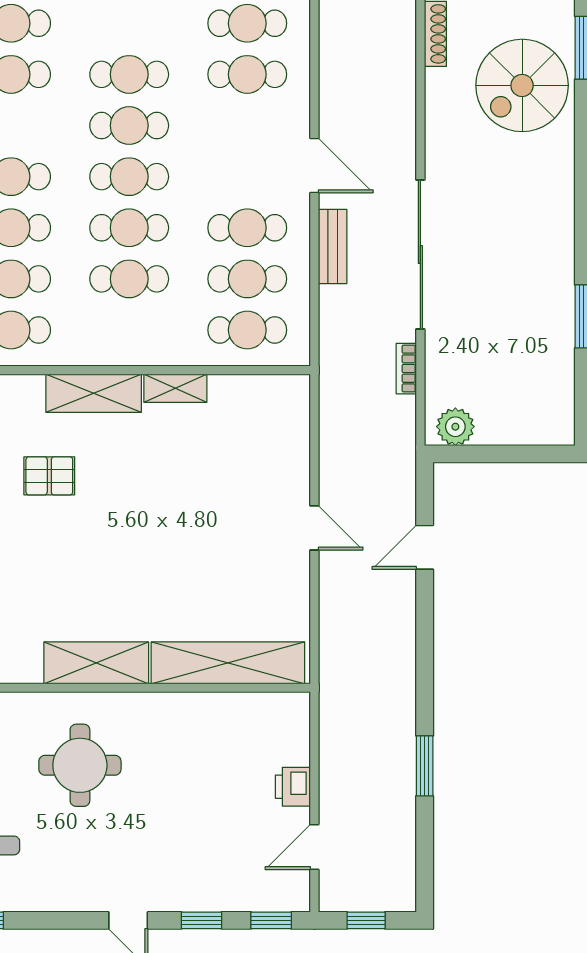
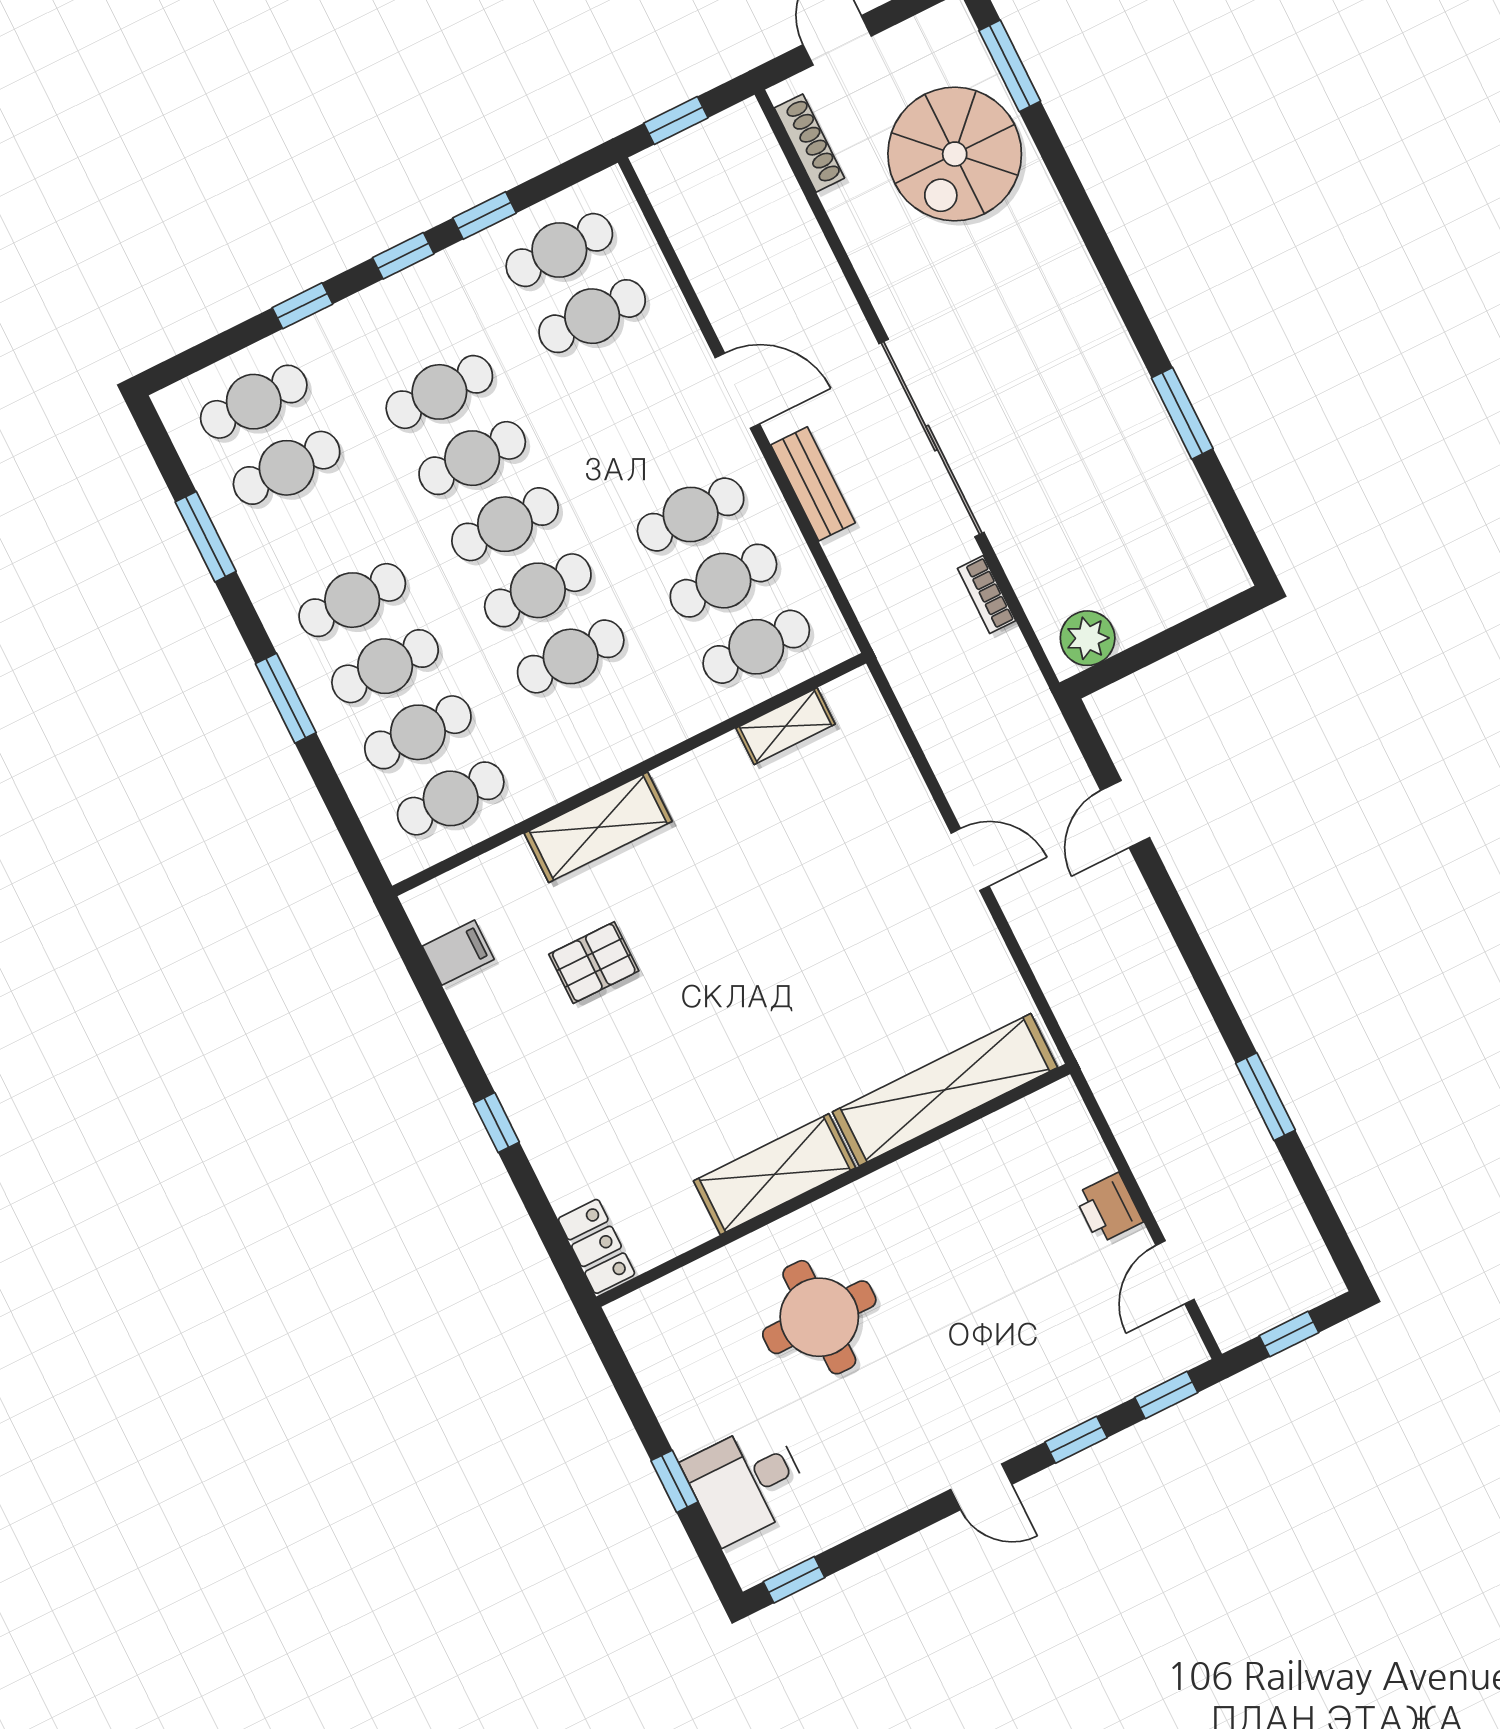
shelving: (175, 388) -> (786, 726), moved

